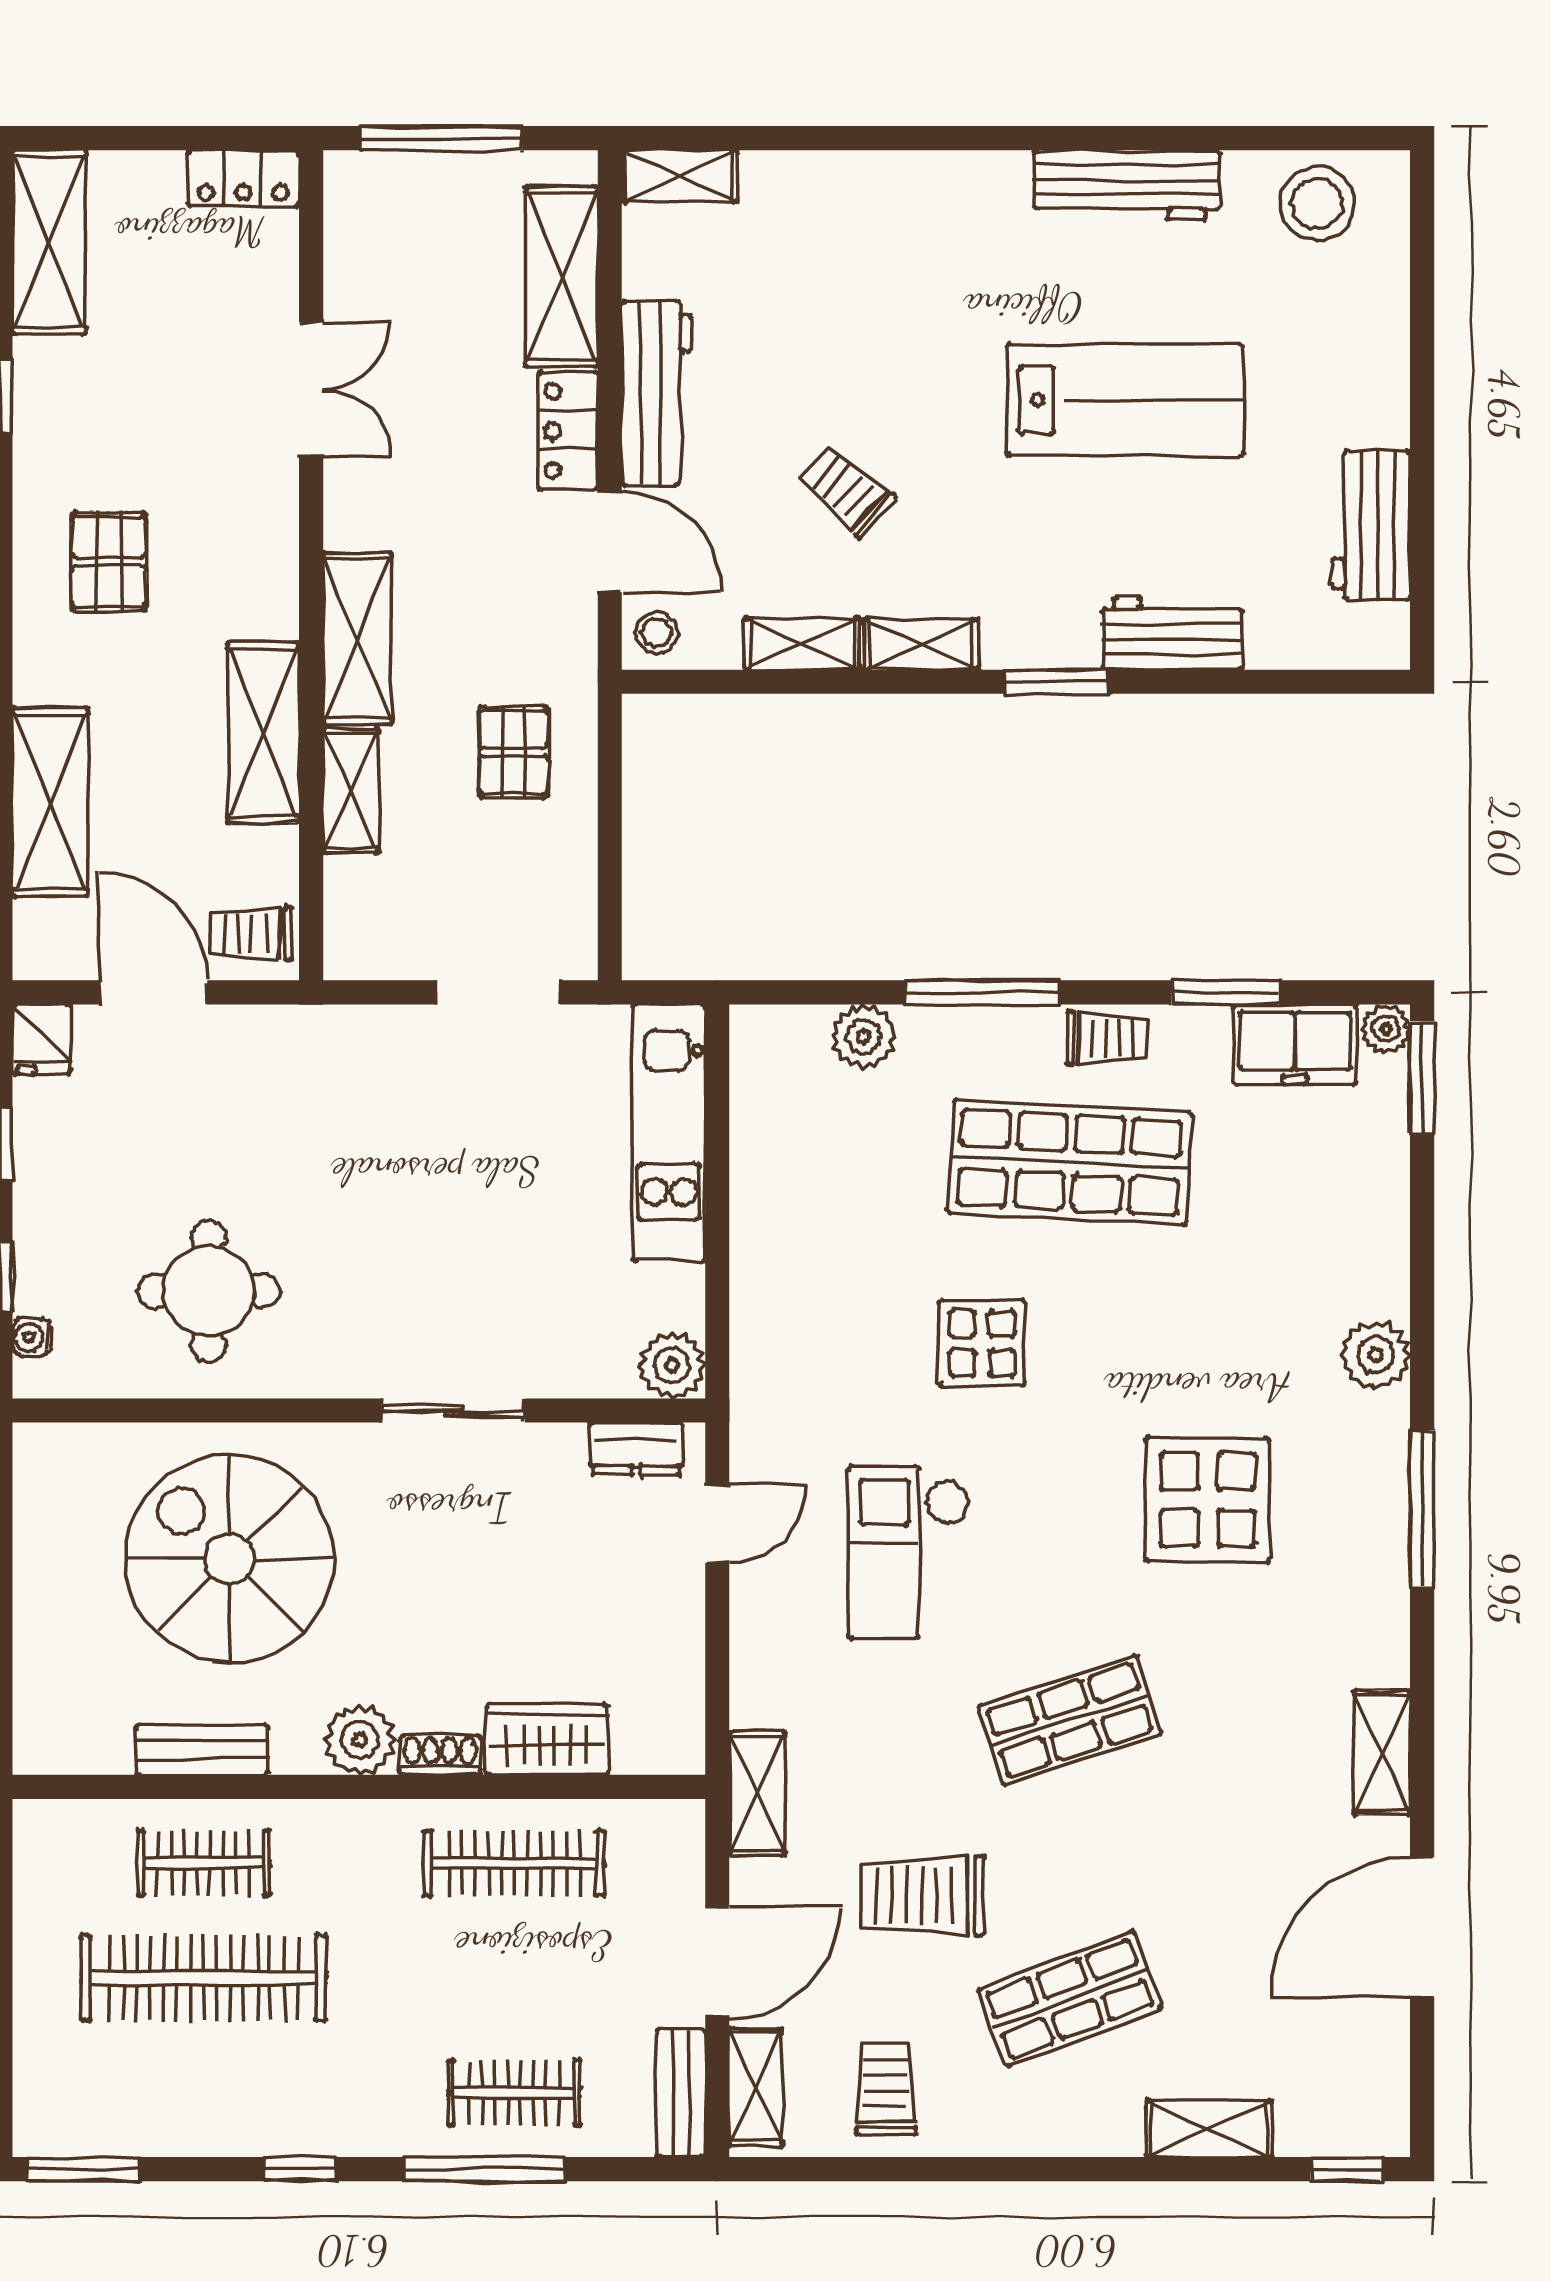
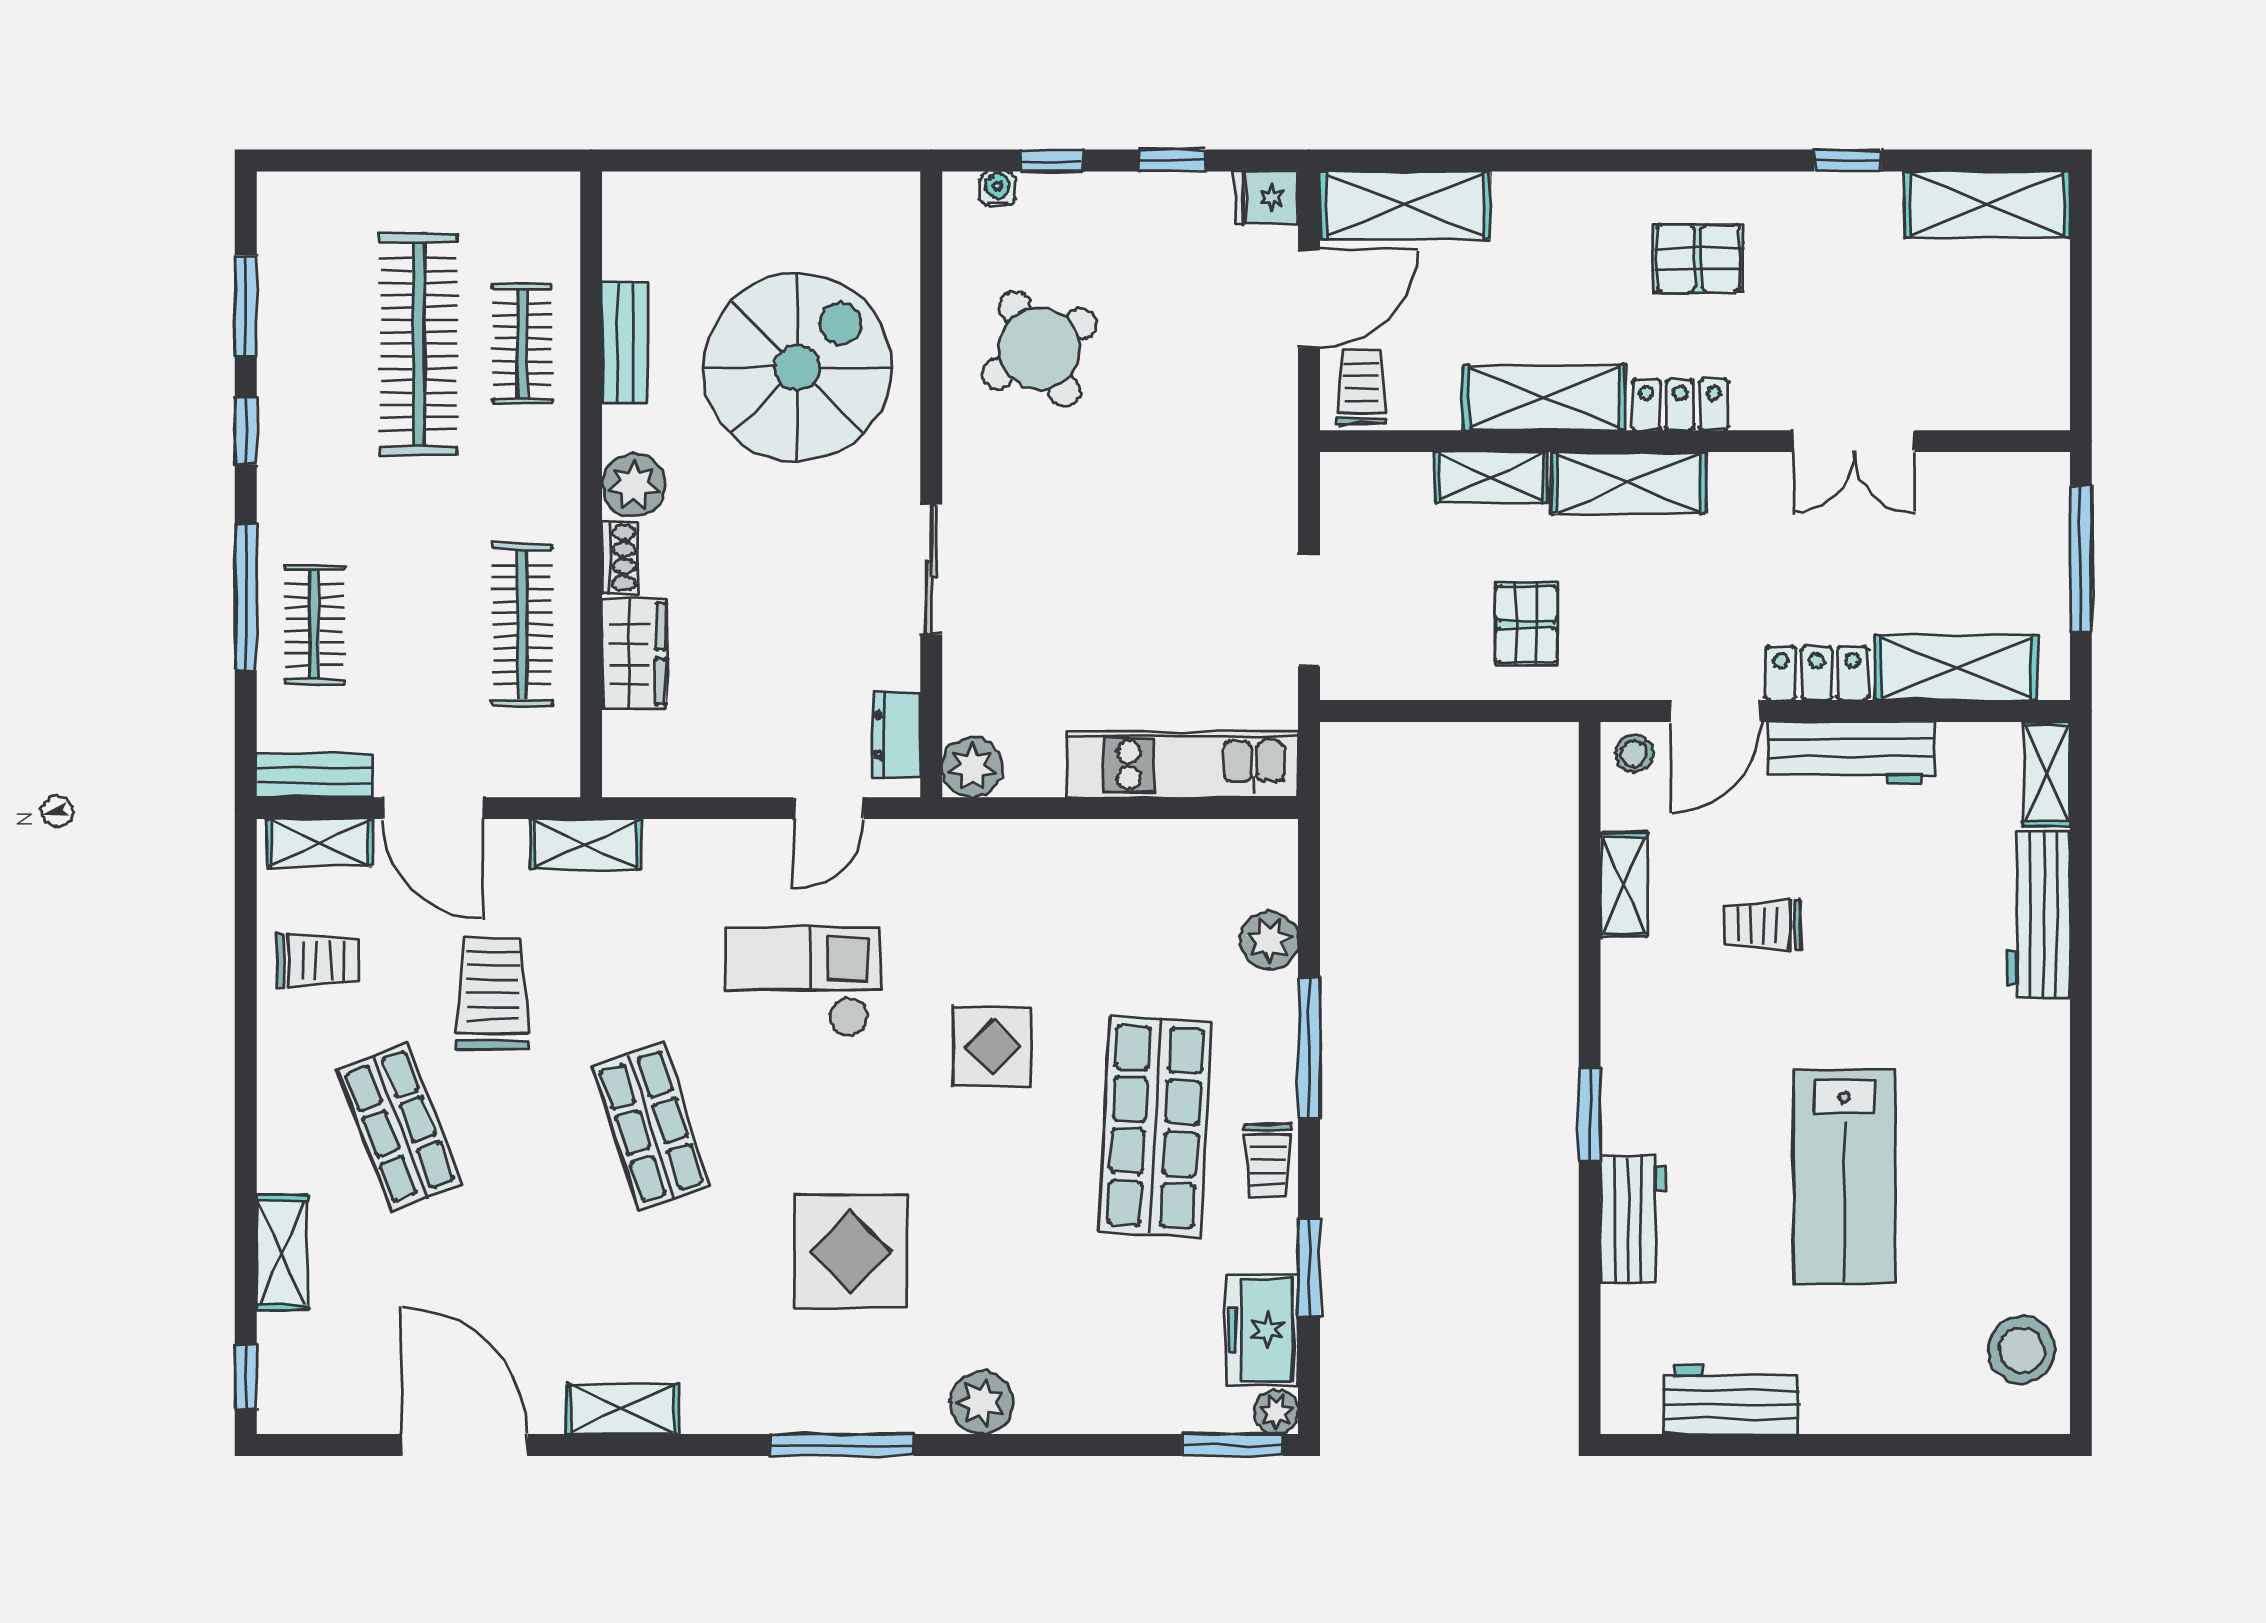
locker: (243, 178) -> (1680, 405), moved, turned 90
workbench: (1127, 185) -> (2038, 914), moved
trolley: (847, 490) -> (1763, 925), turned -131
shelving: (921, 644) -> (1623, 992), removed
pallet: (514, 752) -> (1526, 624), turned 90
shelving: (50, 802) -> (1405, 205), moved
round table: (209, 1291) -> (1039, 349), turned -31
door: (717, 1524) -> (829, 808), hinge flipped
window: (84, 2169) -> (246, 306), moved

